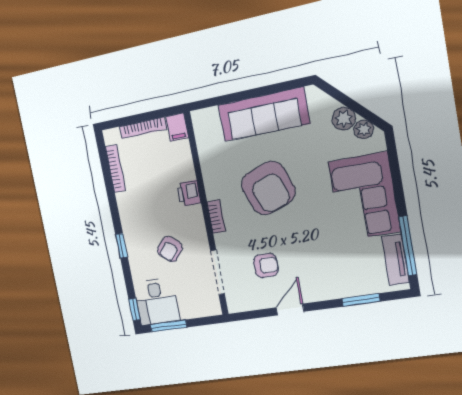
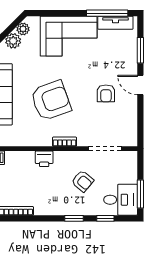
armchair: (266, 266) -> (106, 93), moved, turned 180
window: (134, 310) -> (105, 218), moved
door: (290, 310) -> (140, 85), moved

